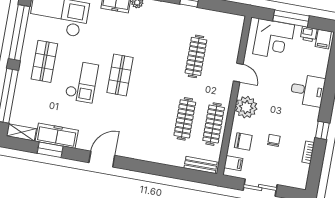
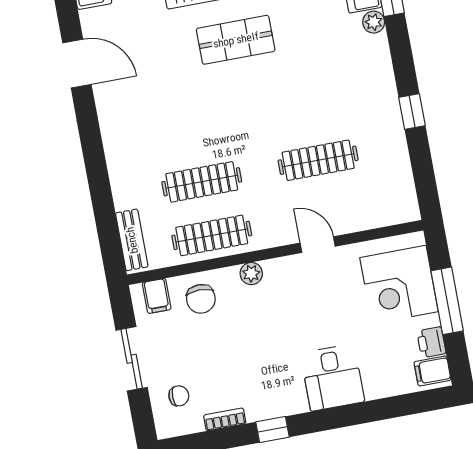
door: (238, 73) -> (318, 245), swing flipped
plant: (246, 107) -> (251, 274), width x0.53, depth x0.53
chair: (274, 140) -> (179, 396), moved

